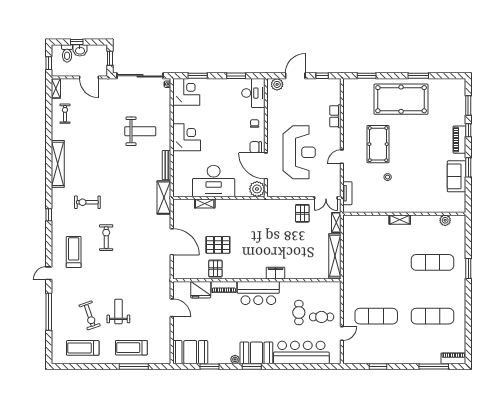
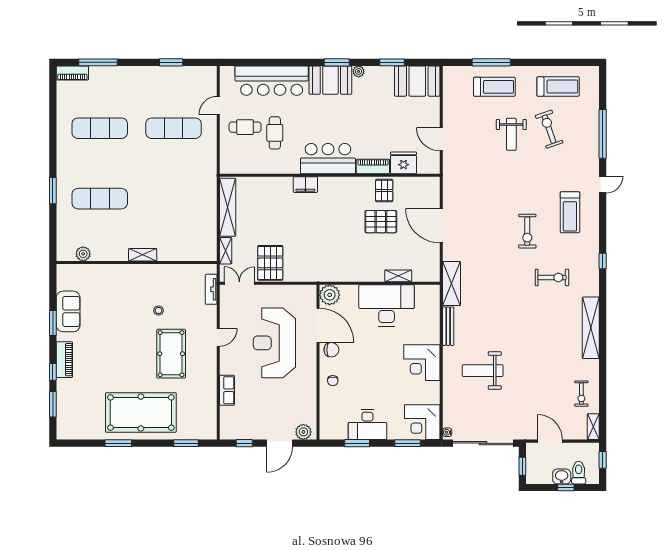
desk: (253, 93) -> (367, 425), moved, turned -90
pallet: (302, 213) -> (270, 263), width x1.50, depth x1.42

